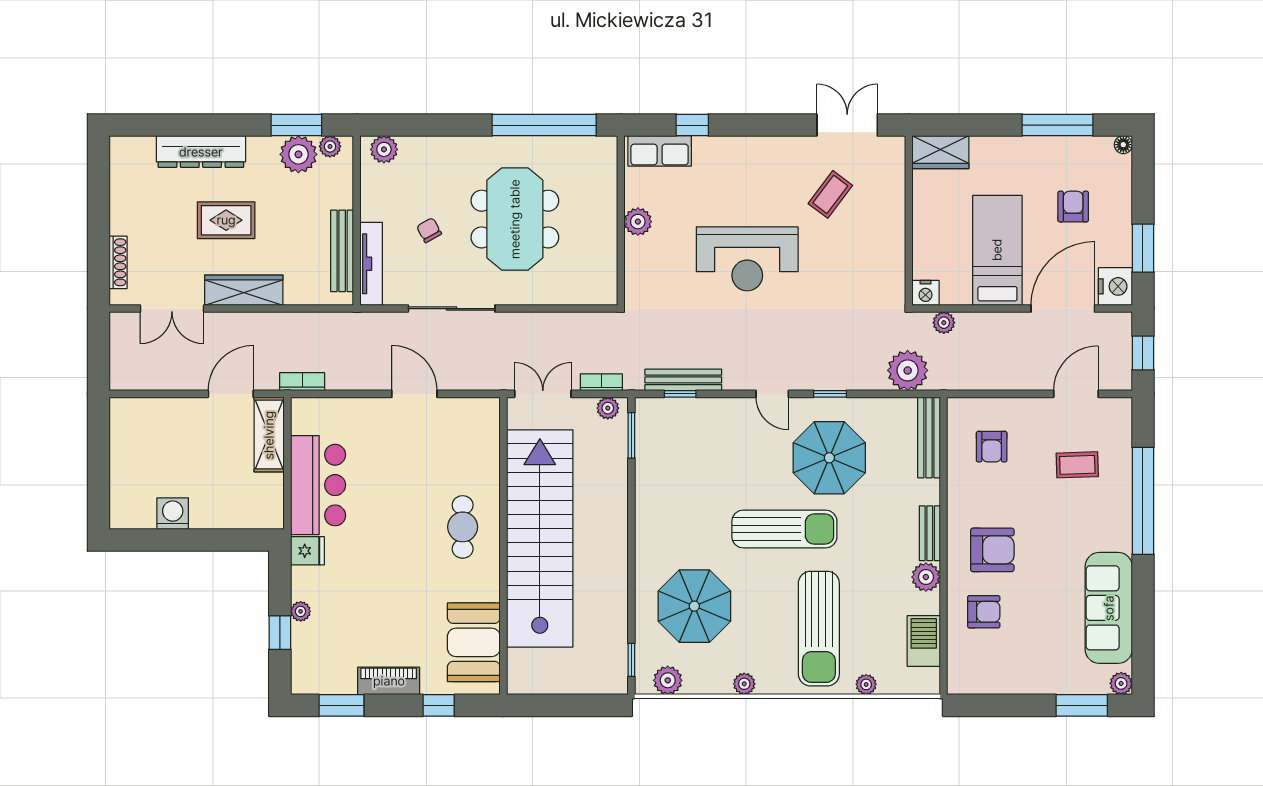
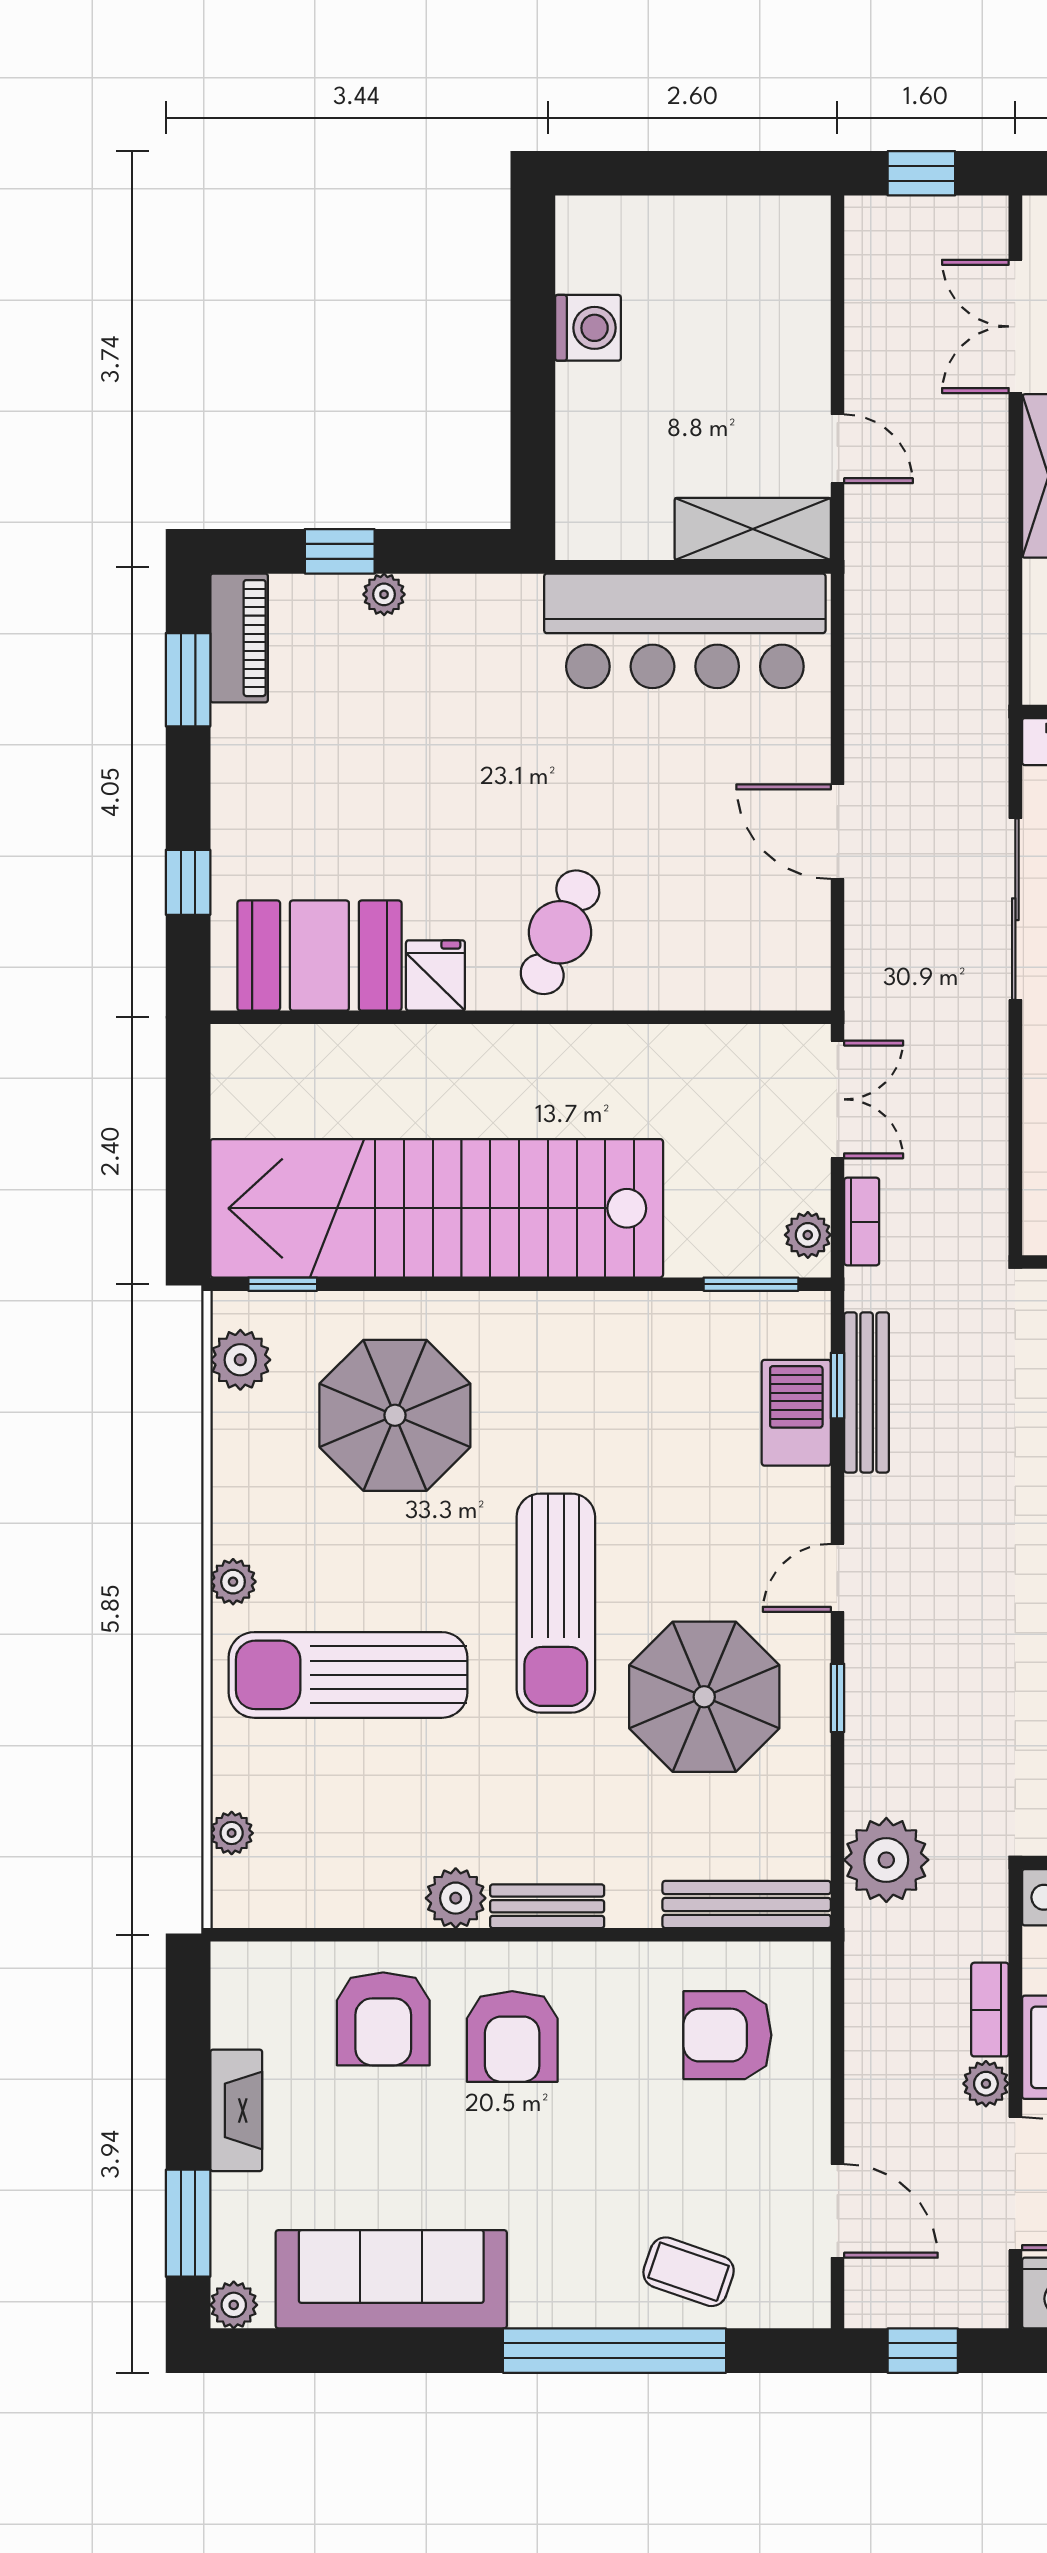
plant: (944, 323) -> (986, 2084), moved
window: (99, 354) -> (921, 173), added
bookcase: (302, 382) -> (990, 2010), moved, turned 180
door: (231, 394) -> (837, 449), width x0.73
door: (414, 394) -> (837, 832), swing flipped
armchair: (992, 447) -> (727, 2035), width x1.38, depth x1.38
coffee table: (1077, 465) -> (689, 2272), moved, turned -69
bar counter: (318, 485) -> (685, 631), width x1.36
cafe table: (463, 527) -> (560, 932), turned -67
stairs: (540, 538) -> (437, 1208), moved, turned 180
fridge: (307, 551) -> (435, 975), moved, turned 180
armchair: (984, 612) -> (383, 2019), width x1.38, depth x1.38
barbecue: (924, 641) -> (796, 1413), moved, turned -90
piano: (389, 681) -> (239, 638), moved
fireplace: (1028, 682) -> (236, 2110), added
plant: (744, 684) -> (233, 1582), moved
plant: (866, 684) -> (232, 1833), moved

